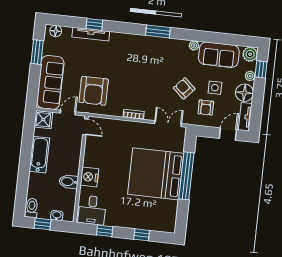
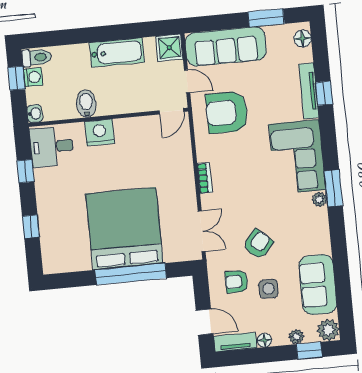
plant: (194, 45) -> (319, 199), moved
corner sofa: (132, 51) -> (297, 157), added
floor lamp: (244, 93) -> (264, 340), width x0.53, depth x0.53
washing machine: (44, 213) -> (33, 77), added
washbasin: (57, 216) -> (35, 114), moved

